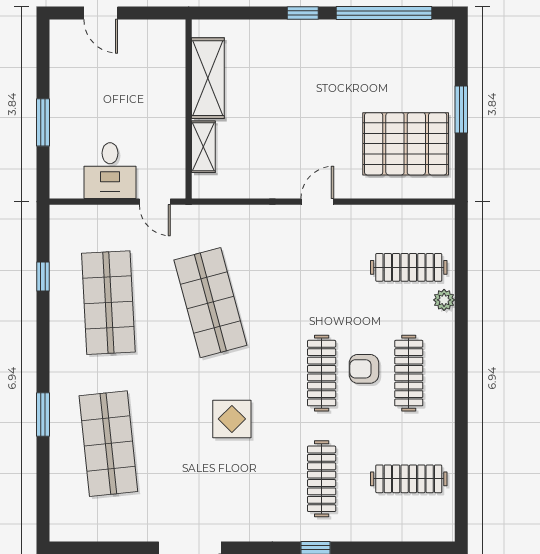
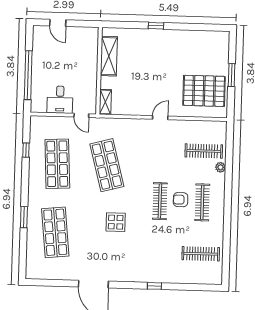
window: (384, 13) -> (195, 27), removed
window: (43, 122) -> (28, 75), width x2.11
shelving: (203, 147) -> (105, 102), moved
clothes rail: (322, 479) -> (158, 252), removed

